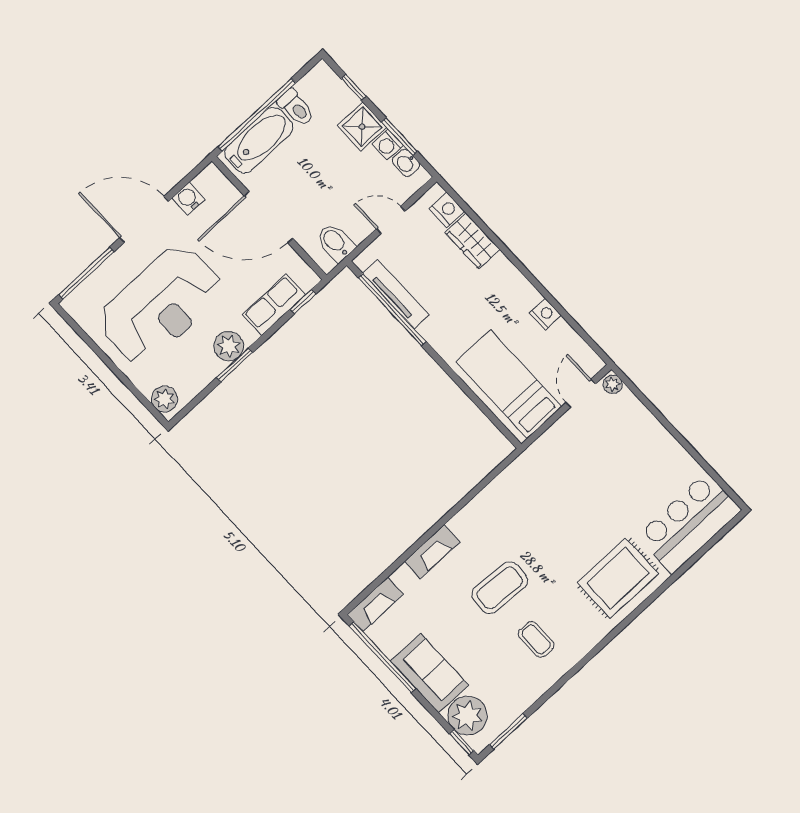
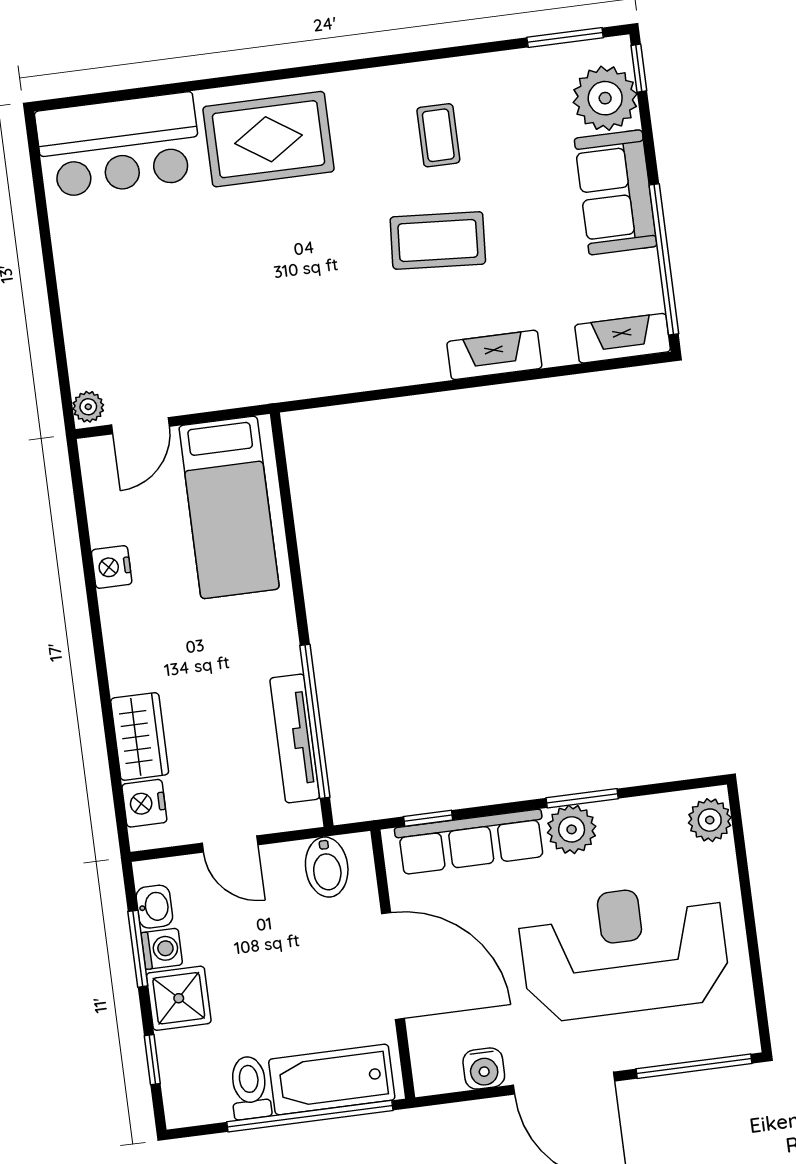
row of seats: (274, 305) -> (471, 842), width x1.48

